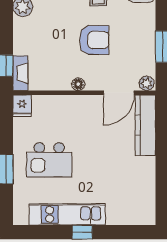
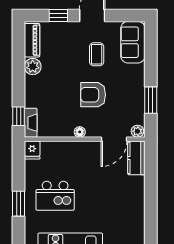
armchair: (94, 40) -> (93, 95), turned 180
kitchen counter: (145, 125) -> (136, 158), width x0.67

